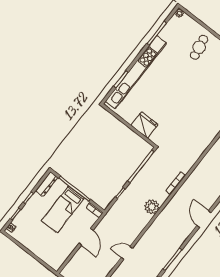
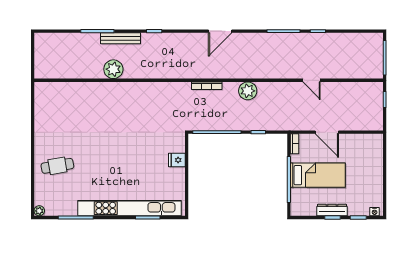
fridge: (144, 125) -> (177, 160), width x0.53, depth x0.75
dresser: (47, 184) -> (332, 210), moved
door: (86, 237) -> (327, 132), swing flipped

